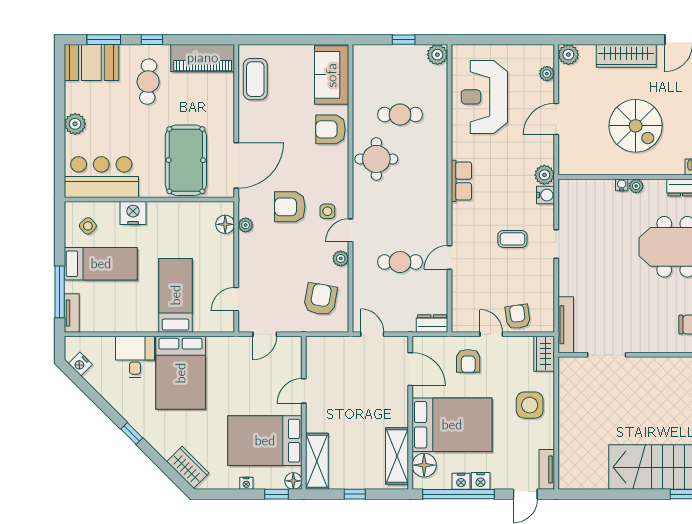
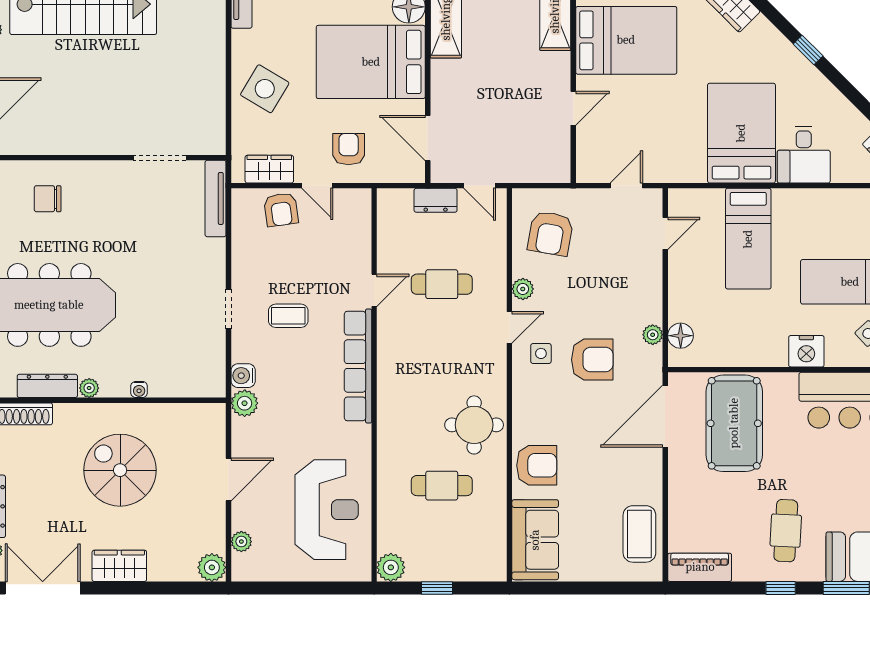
wardrobe: (626, 56) -> (119, 566), width x0.67
piano: (203, 58) -> (700, 567), width x0.73, depth x0.75
row of seats: (461, 181) -> (358, 366), width x2.02
plant: (636, 186) -> (89, 388), moved
dresser: (432, 323) -> (436, 200), moved
wardrobe: (544, 354) -> (269, 169), moved, turned -90
side table: (530, 405) -> (265, 89), turned 31

